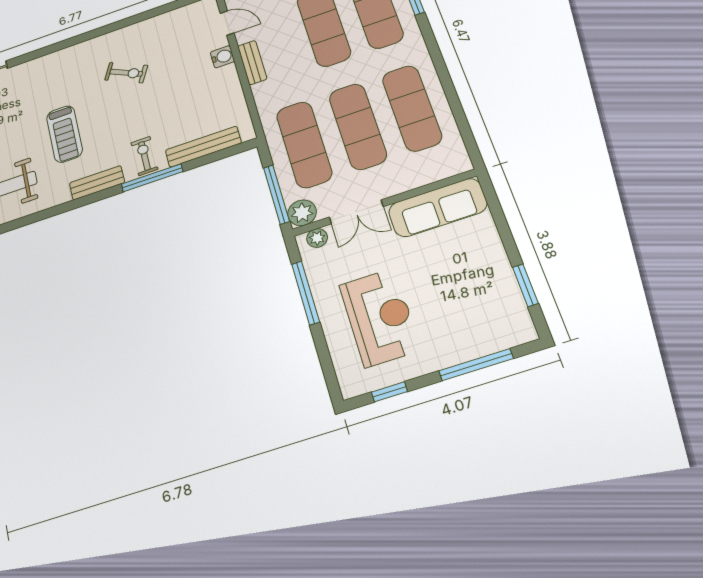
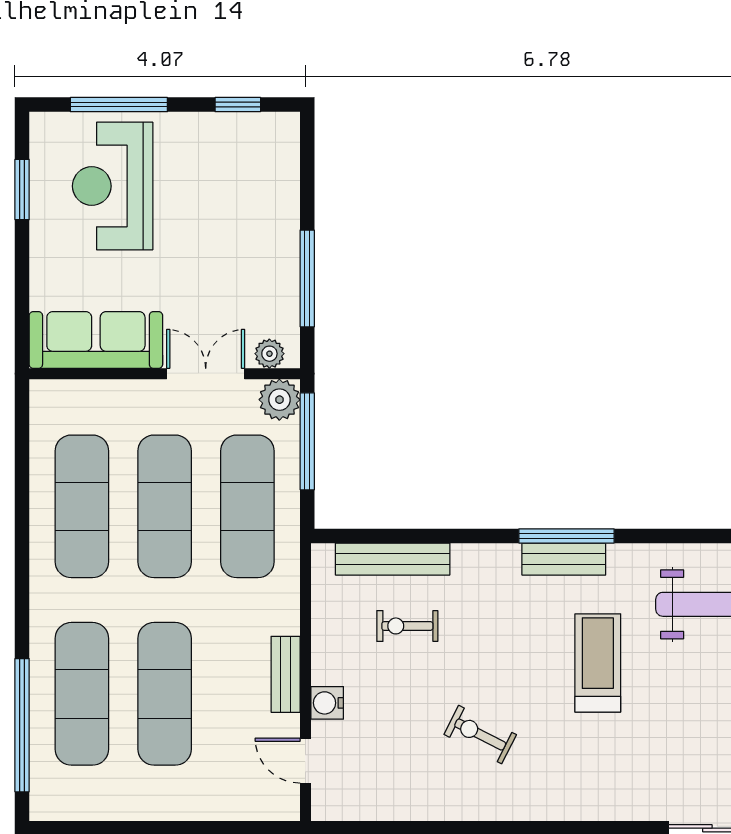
exercise bike: (144, 156) -> (407, 626), moved, turned 90
window: (152, 178) -> (567, 536), moved
reception desk: (380, 317) -> (113, 186), moved

